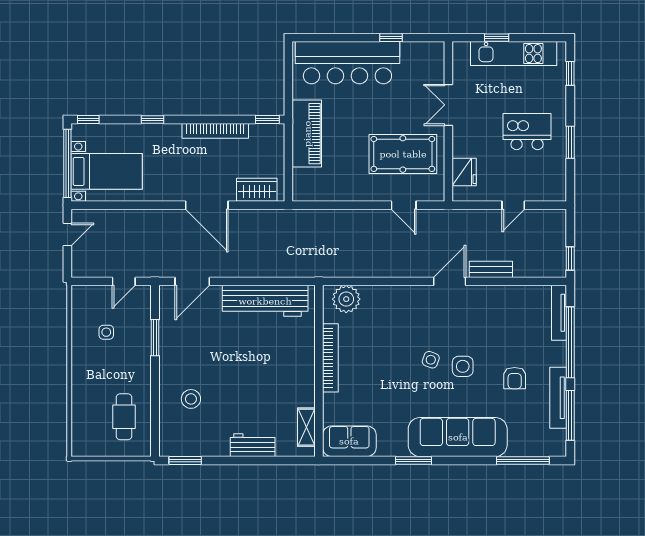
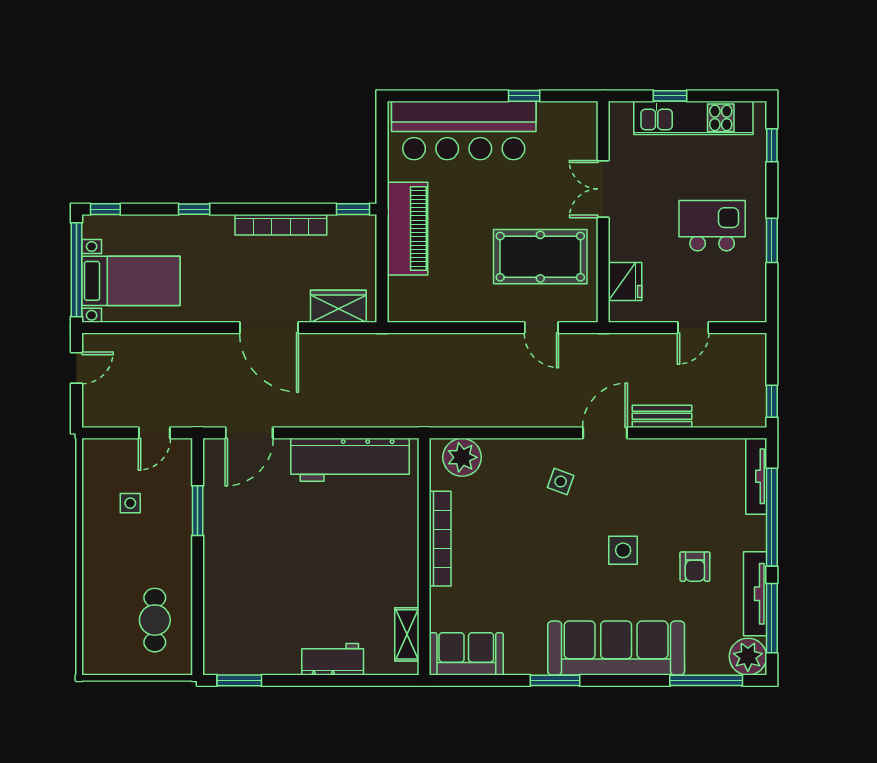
side table: (431, 360) -> (561, 482), moved
stool: (191, 399) -> (247, 595), removed
plant: (553, 443) -> (748, 657), added

